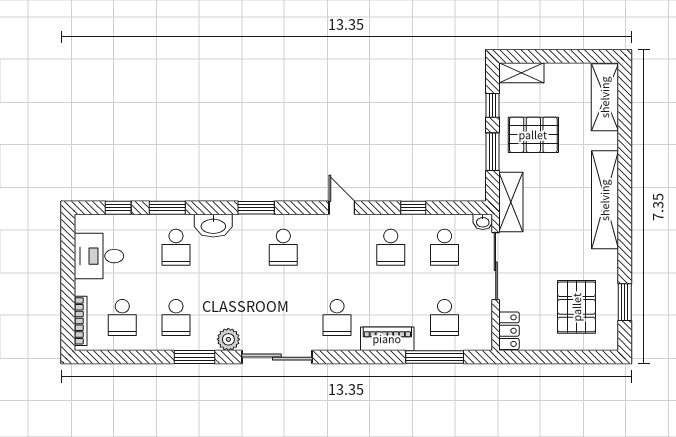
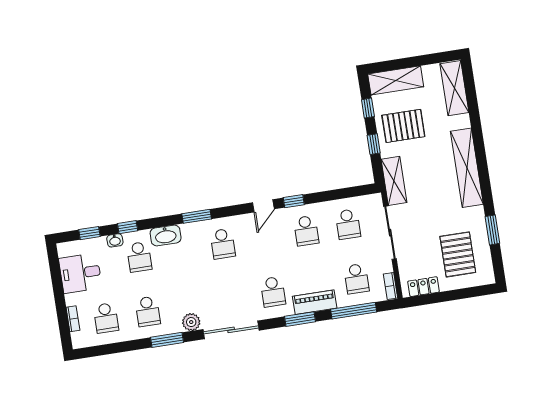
shelving: (521, 73) -> (396, 80), width x1.50, depth x1.33
window: (492, 152) -> (374, 144), width x0.67
window: (167, 208) -> (128, 227), width x0.67
door: (342, 208) -> (263, 206), swing flipped
window: (413, 208) -> (294, 201), moved
washbasin: (483, 222) -> (115, 240), moved
window: (625, 302) -> (492, 230), moved
bookcase: (81, 321) -> (73, 319), width x0.64
locker: (509, 331) -> (424, 287), moved, turned -90
bookcase: (486, 333) -> (391, 286), added
window: (366, 357) -> (300, 319), added

